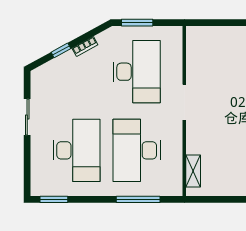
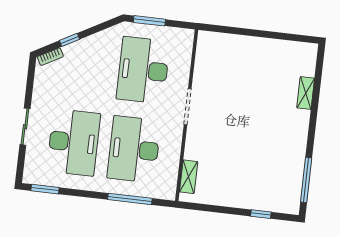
bookcase: (85, 46) -> (50, 57), moved
desk: (137, 72) -> (143, 70), turned 180
sliding door: (27, 117) -> (25, 127), moved

